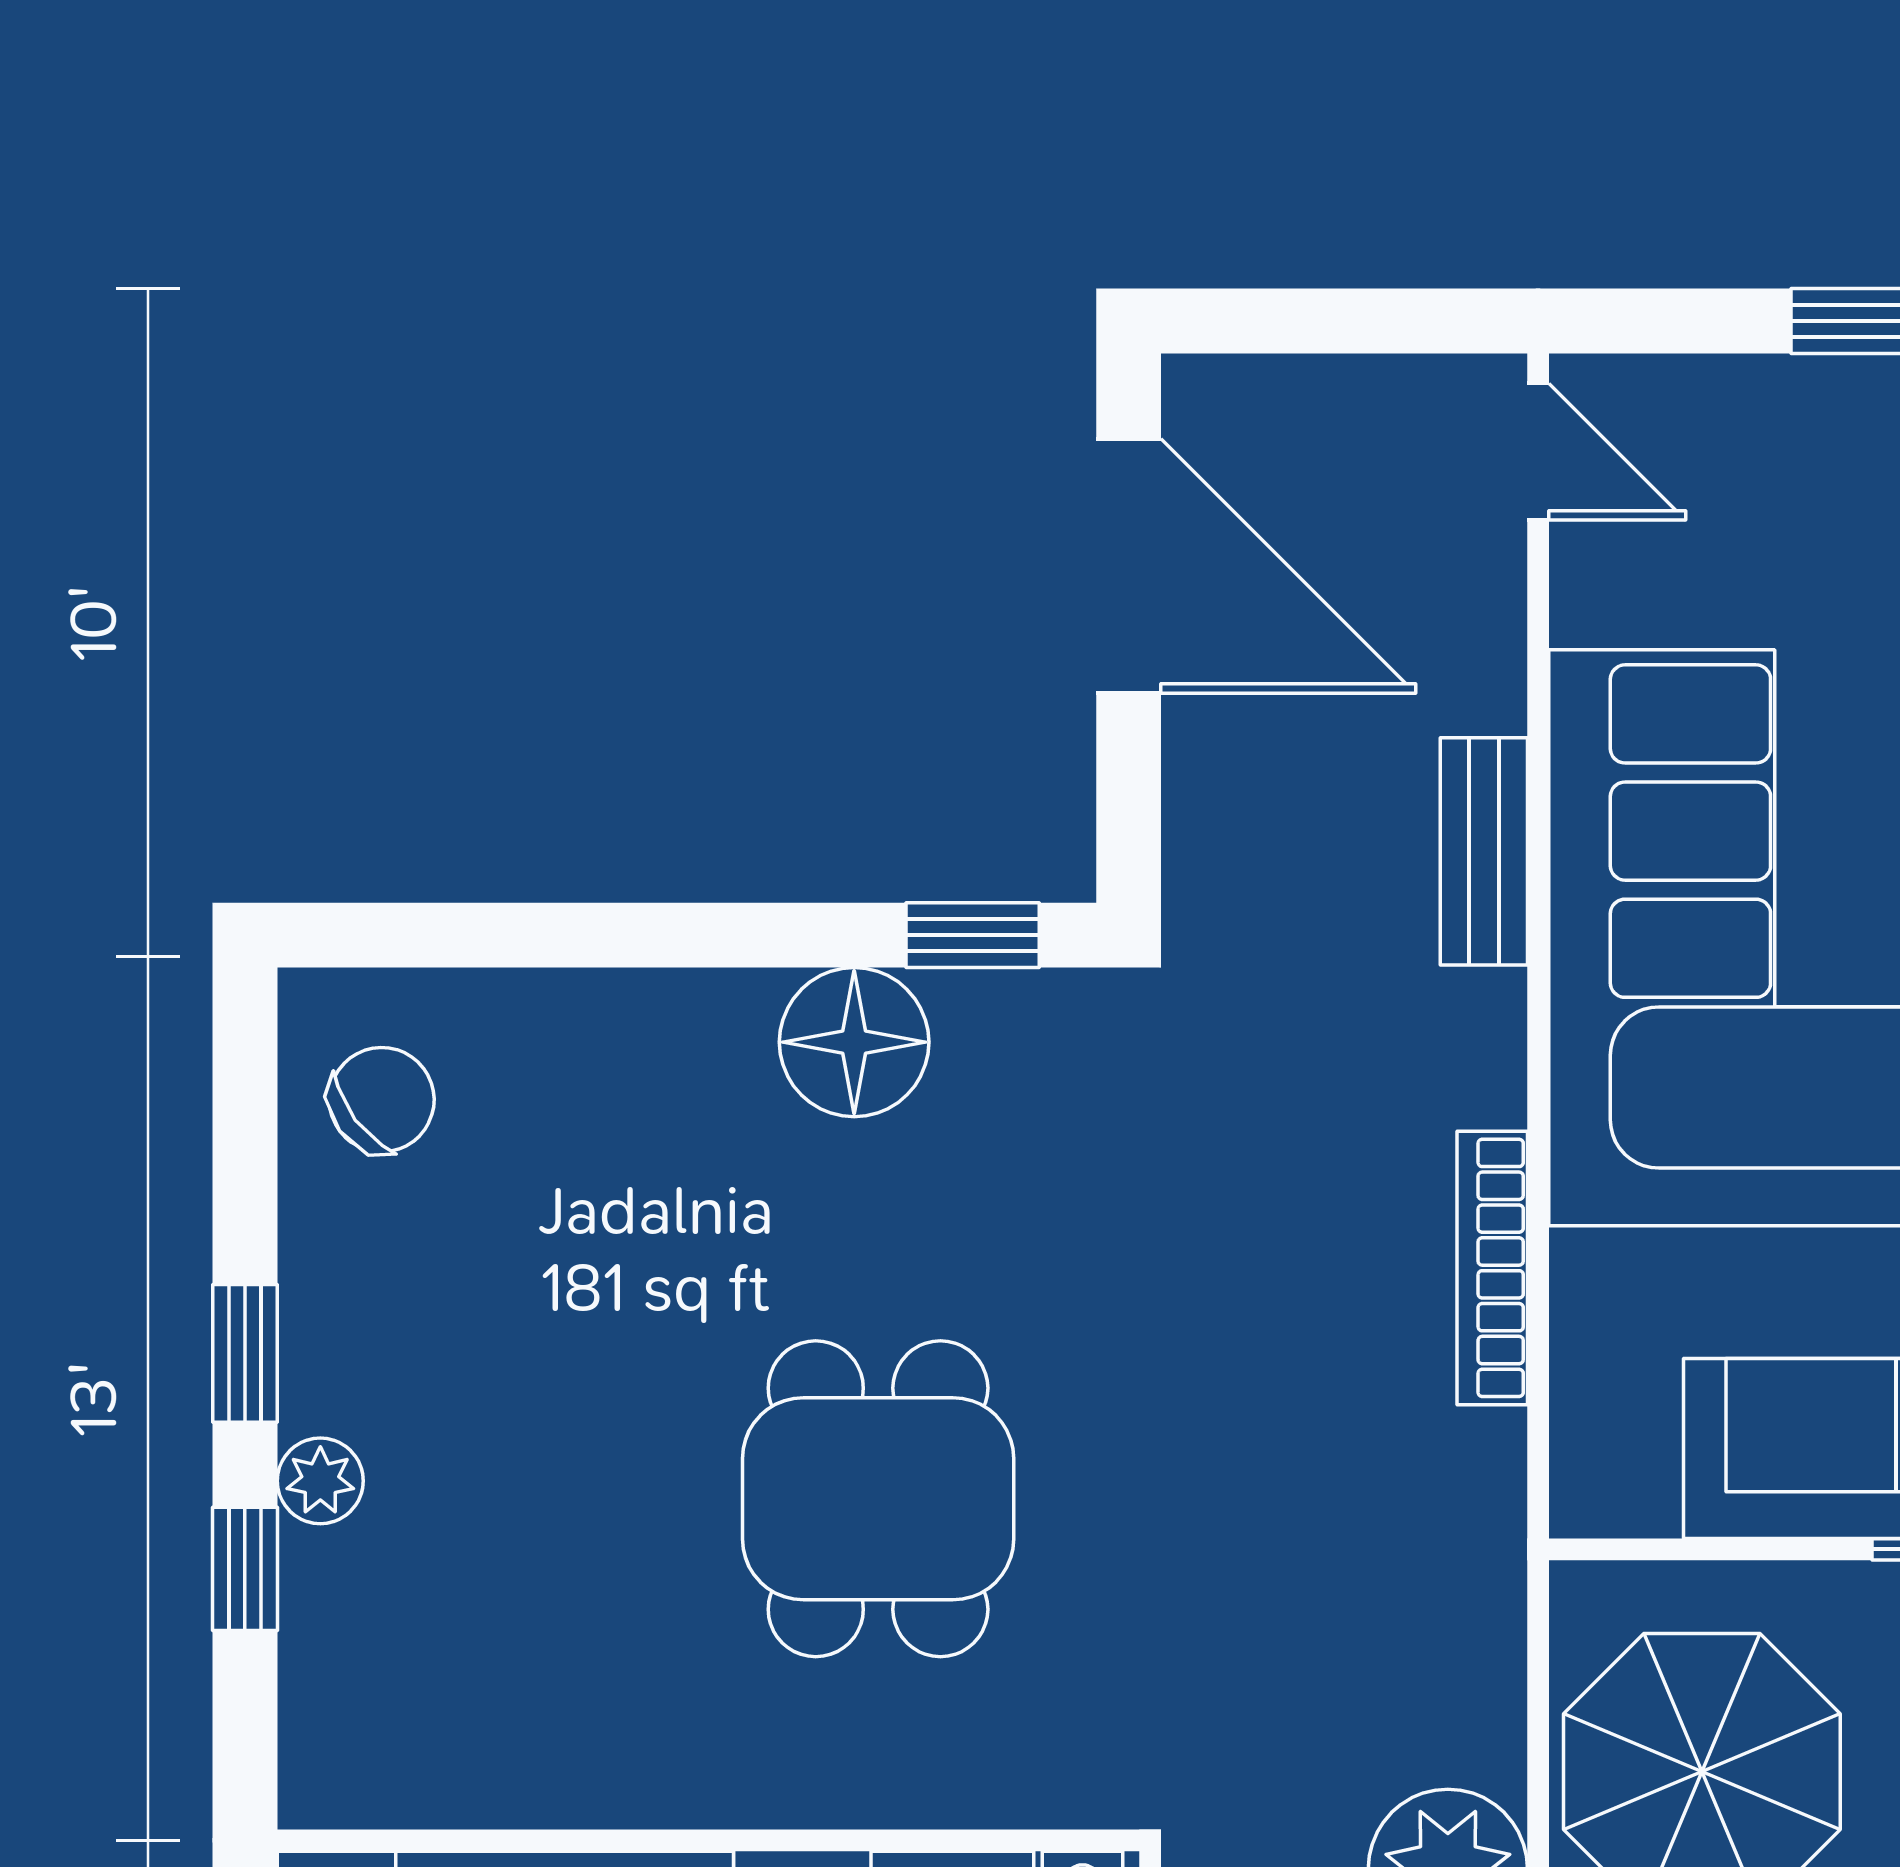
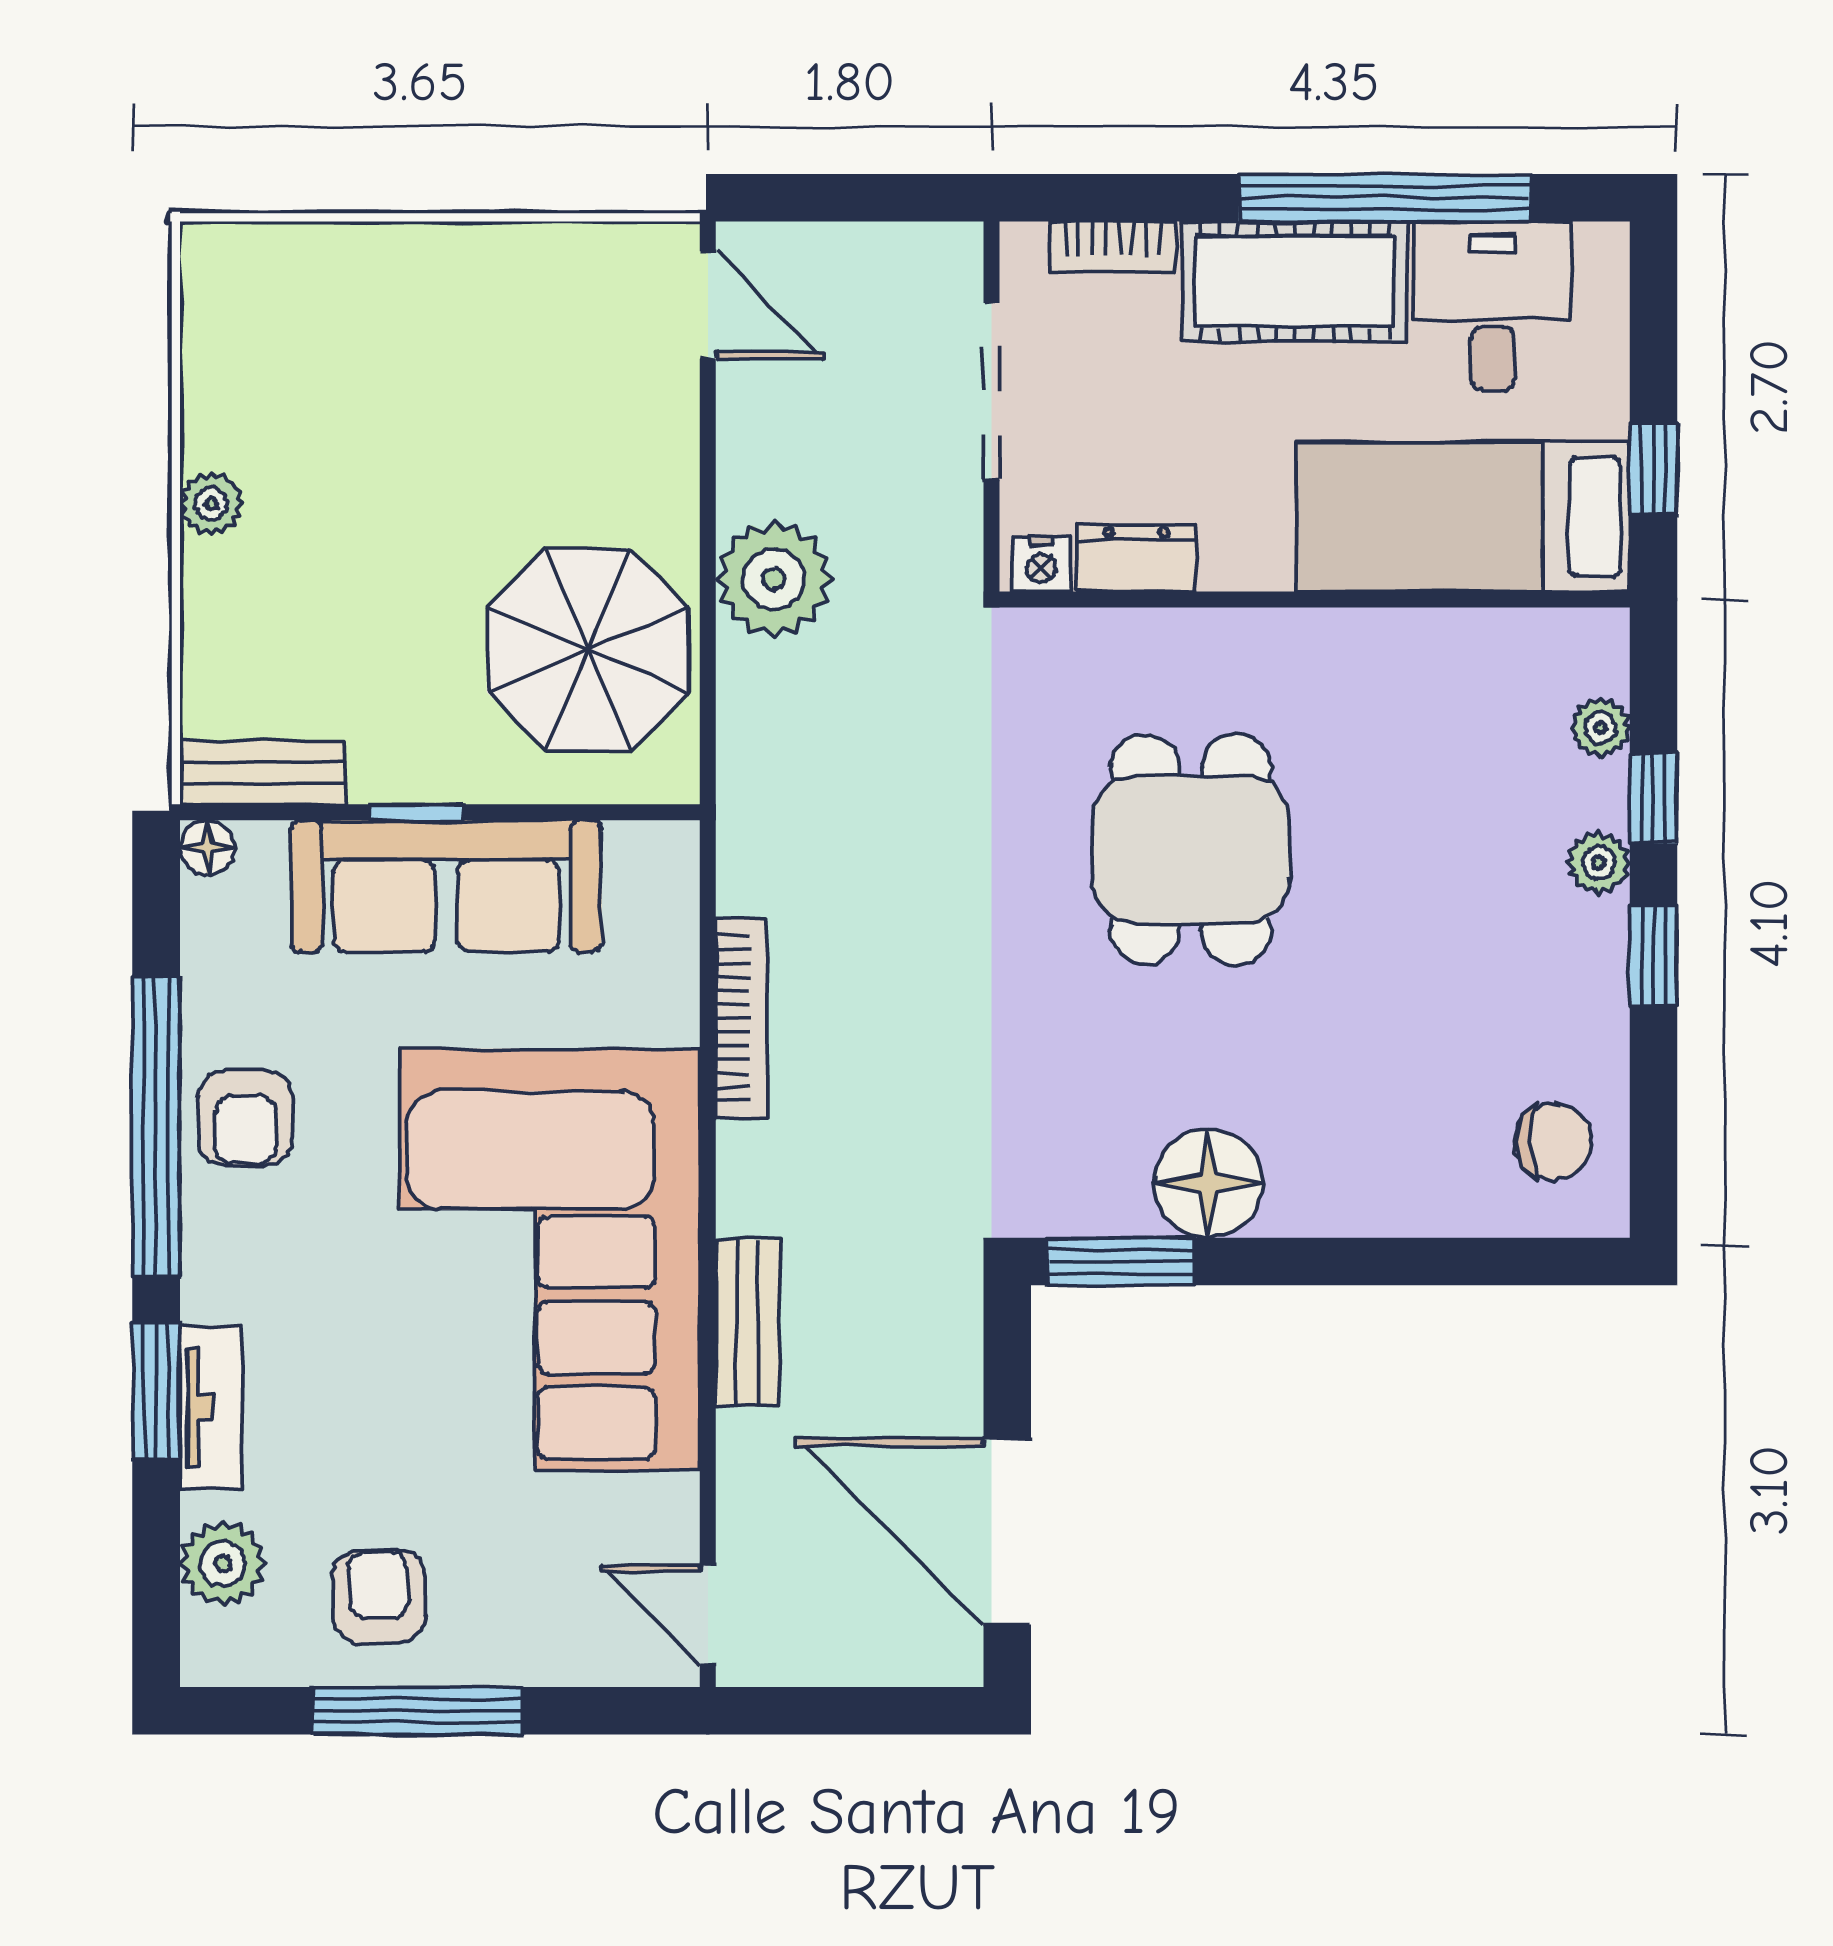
window: (973, 935) -> (1121, 1262), width x1.50
chair: (382, 1100) -> (1553, 1141), turned -143
plant: (318, 1665) -> (1600, 728), added

